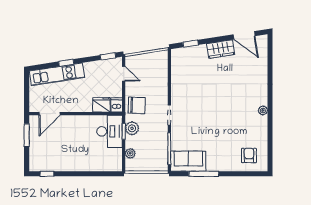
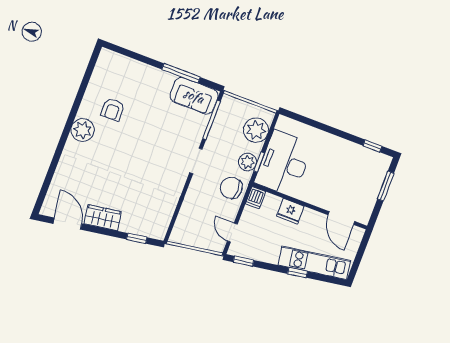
fridge: (101, 105) -> (290, 211), moved
plant: (263, 110) -> (83, 130), width x1.87, depth x1.87
door: (50, 114) -> (341, 218), swing flipped
desk: (110, 131) -> (284, 163), width x1.36, depth x1.30
window: (27, 135) -> (386, 186), moved
plant: (130, 153) -> (256, 130), width x1.88, depth x1.88
armchair: (249, 155) -> (113, 109), moved

